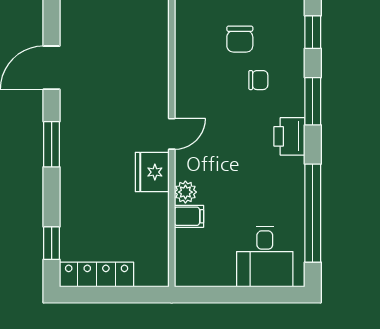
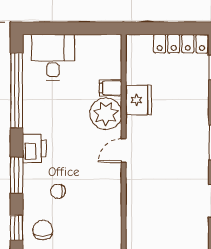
chair: (240, 39) -> (43, 230), moved
fridge: (152, 172) -> (139, 100), moved
plant: (185, 192) -> (106, 114), width x1.88, depth x1.88

